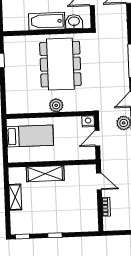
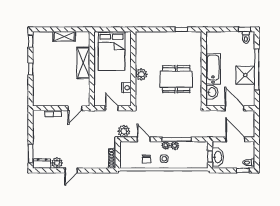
dining table: (60, 64) -> (176, 79), width x0.73, depth x0.80
nightstand: (88, 121) -> (126, 88), moved
bed: (30, 136) -> (111, 51), width x1.50

